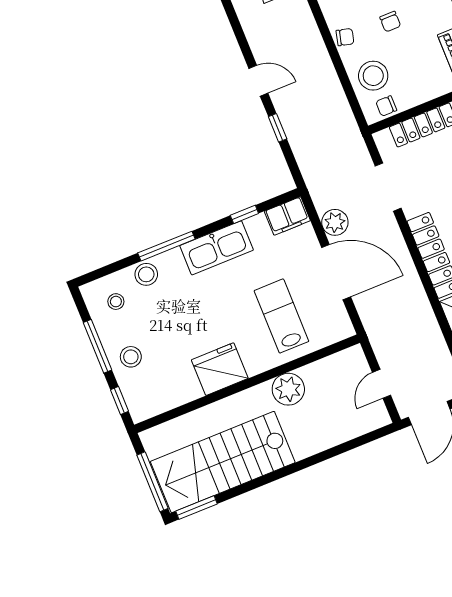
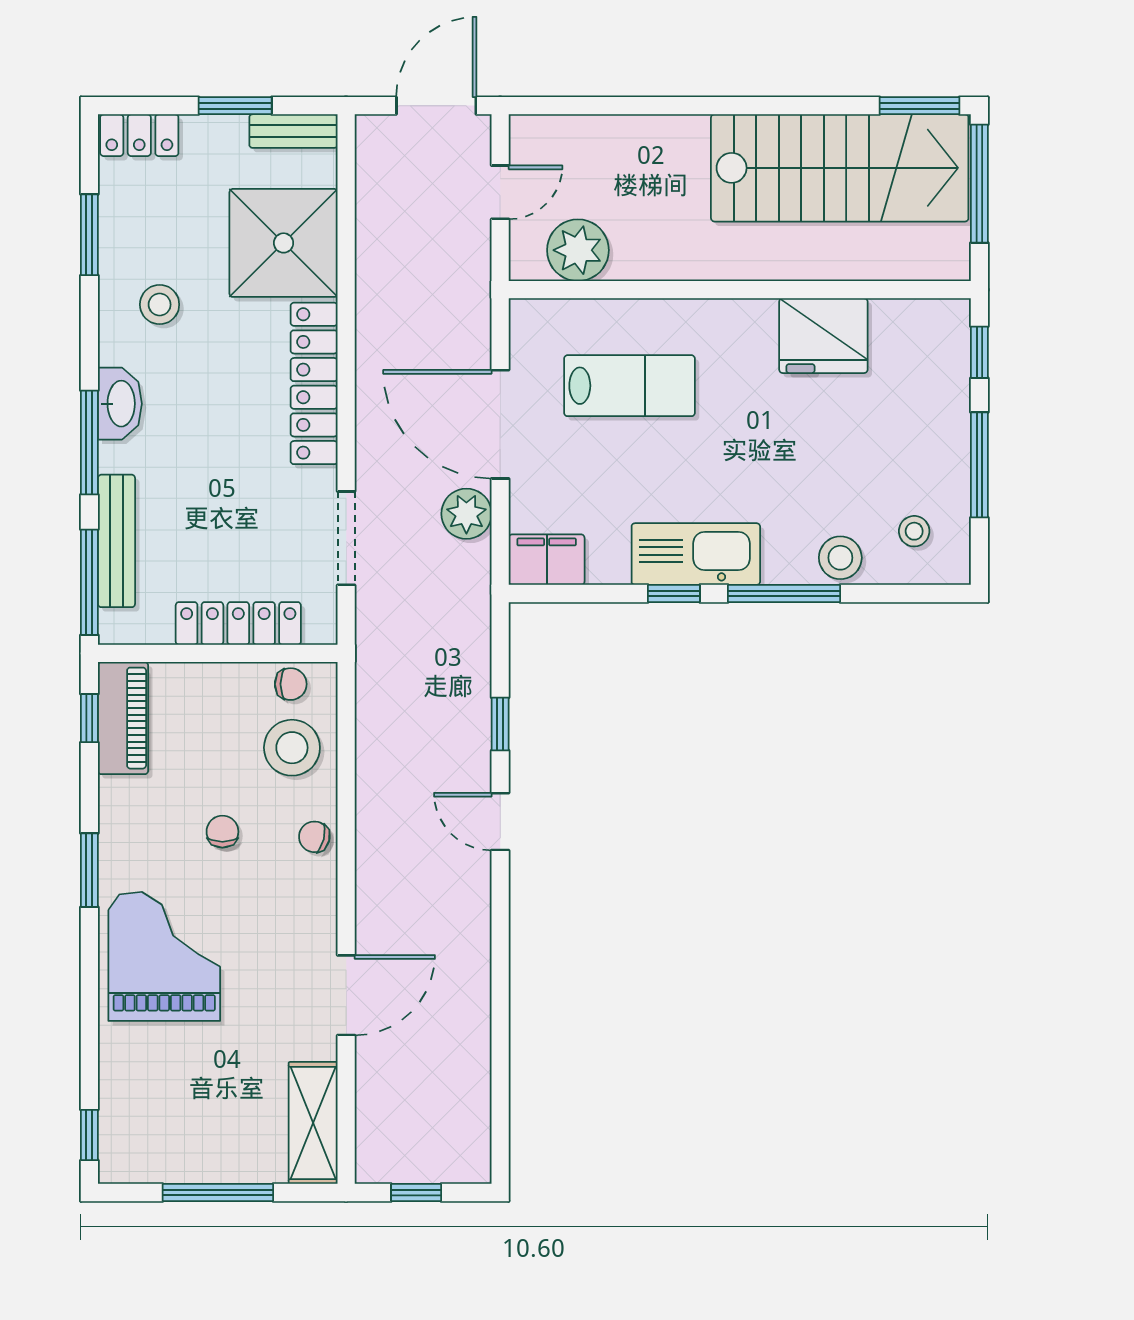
window: (244, 214) -> (674, 593), moved
lab bench: (281, 316) -> (629, 386), turned -90
stool: (131, 357) -> (927, 422), removed
fridge: (220, 369) -> (823, 336), moved
plant: (288, 389) -> (578, 250), moved

